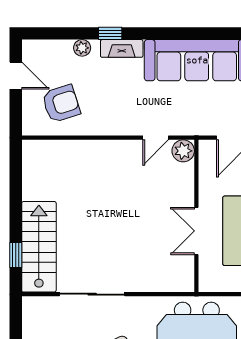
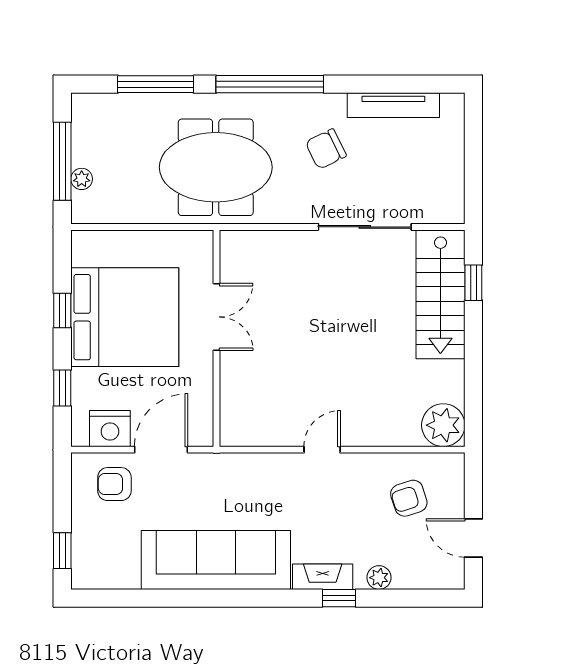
armchair: (61, 104) -> (409, 498), width x0.72, depth x0.72
door: (156, 138) -> (322, 450), moved
plant: (183, 151) -> (443, 425), moved, width x1.36, depth x1.36

